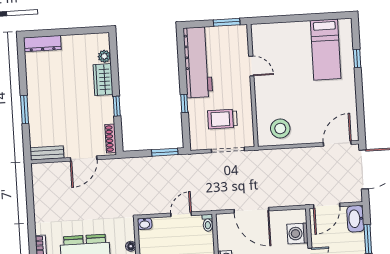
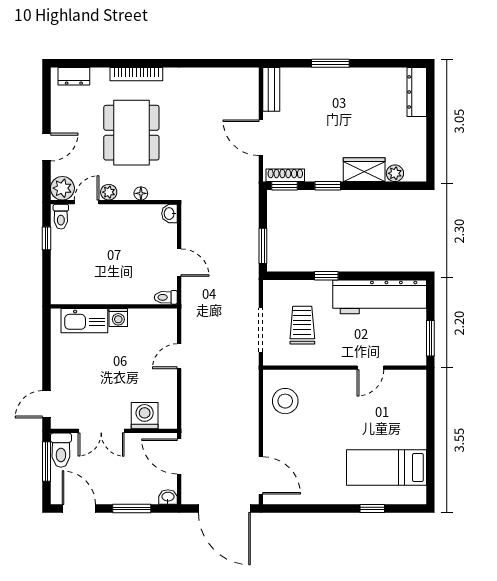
window: (119, 139) -> (284, 186), added
door: (251, 210) -> (179, 356), width x0.53
washbasin: (355, 219) -> (168, 497), width x0.52, depth x0.69

